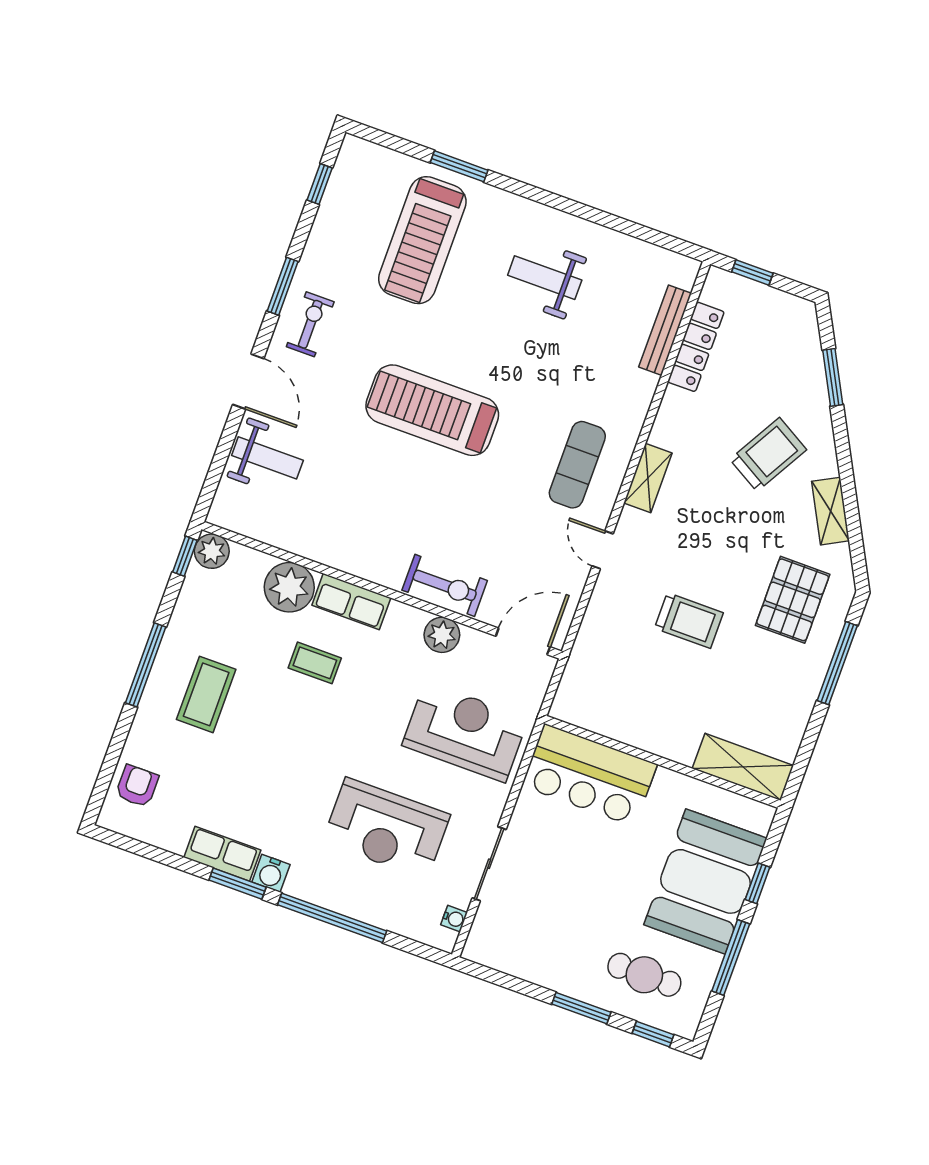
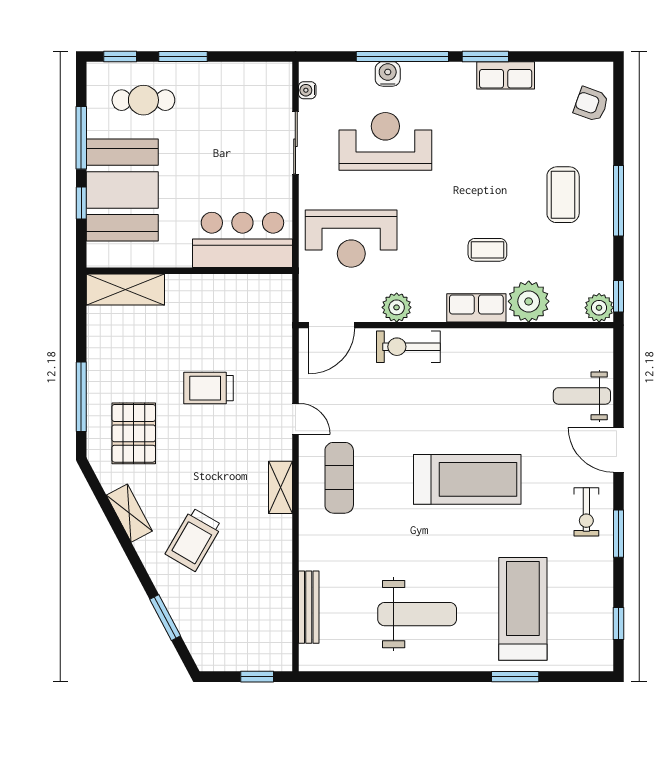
weight bench: (545, 278) -> (417, 614), width x1.36, depth x1.33
locker: (696, 347) -> (280, 603), removed
armchair: (137, 786) -> (591, 104), turned 110
water cooler: (271, 873) -> (388, 74), moved

